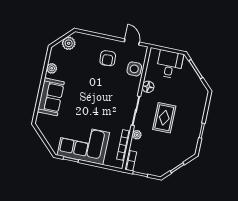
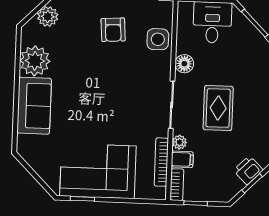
plant: (52, 68) -> (35, 61), width x1.88, depth x1.88
filing cabinet: (137, 146) -> (182, 159), added
printer: (176, 159) -> (248, 170), added

